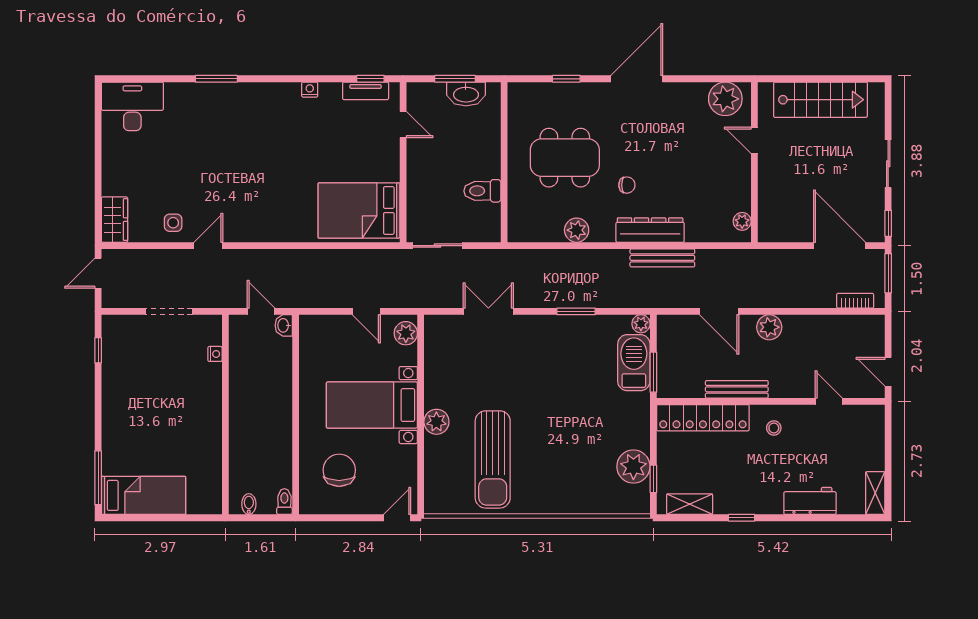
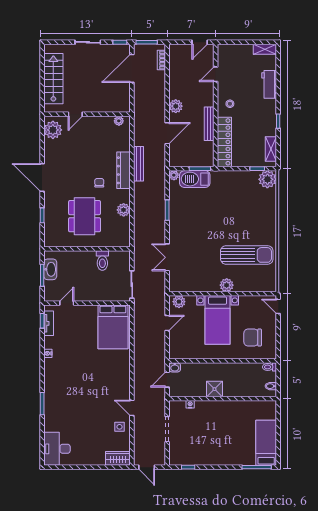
shower: (243, 399) -> (214, 389), added
plant: (633, 466) -> (267, 179), moved

